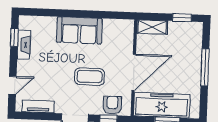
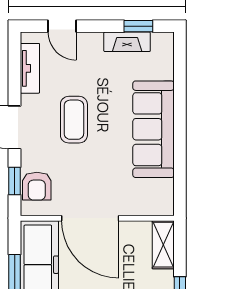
sofa: (79, 30) -> (153, 129), width x1.36
coffee table: (90, 77) -> (74, 120), moved
armchair: (112, 105) -> (37, 186), turned 90

